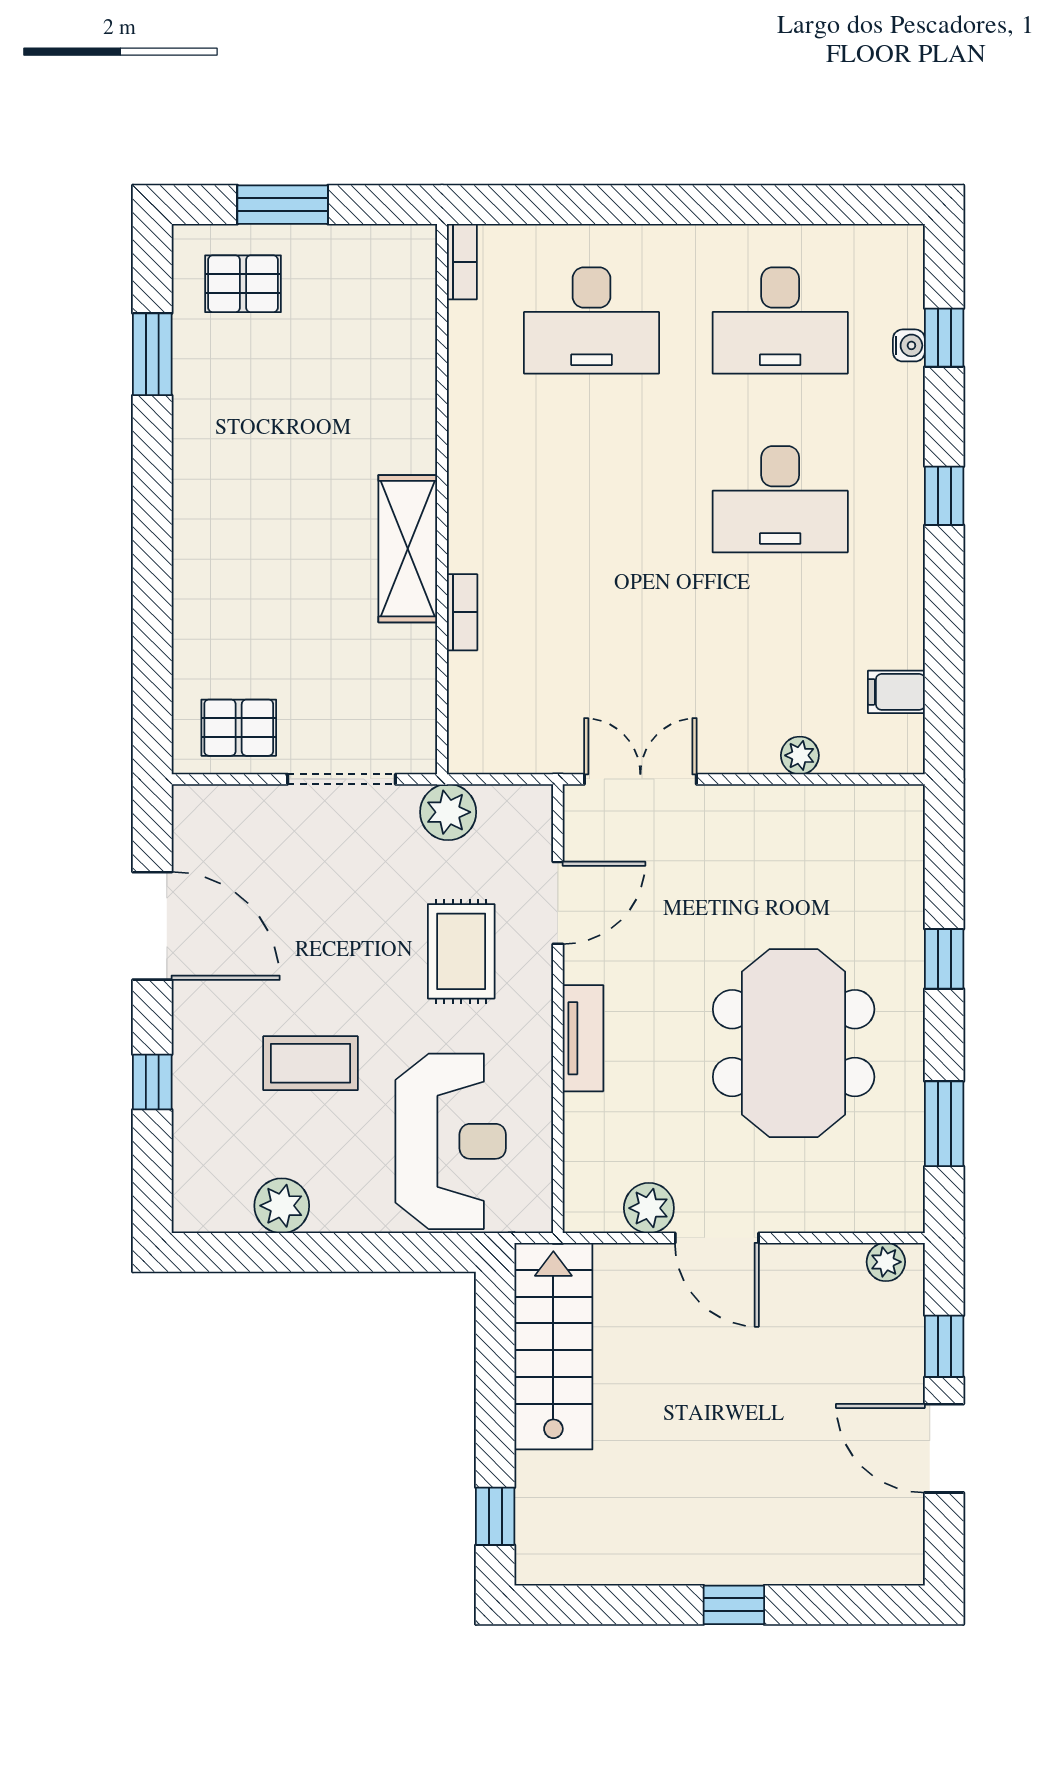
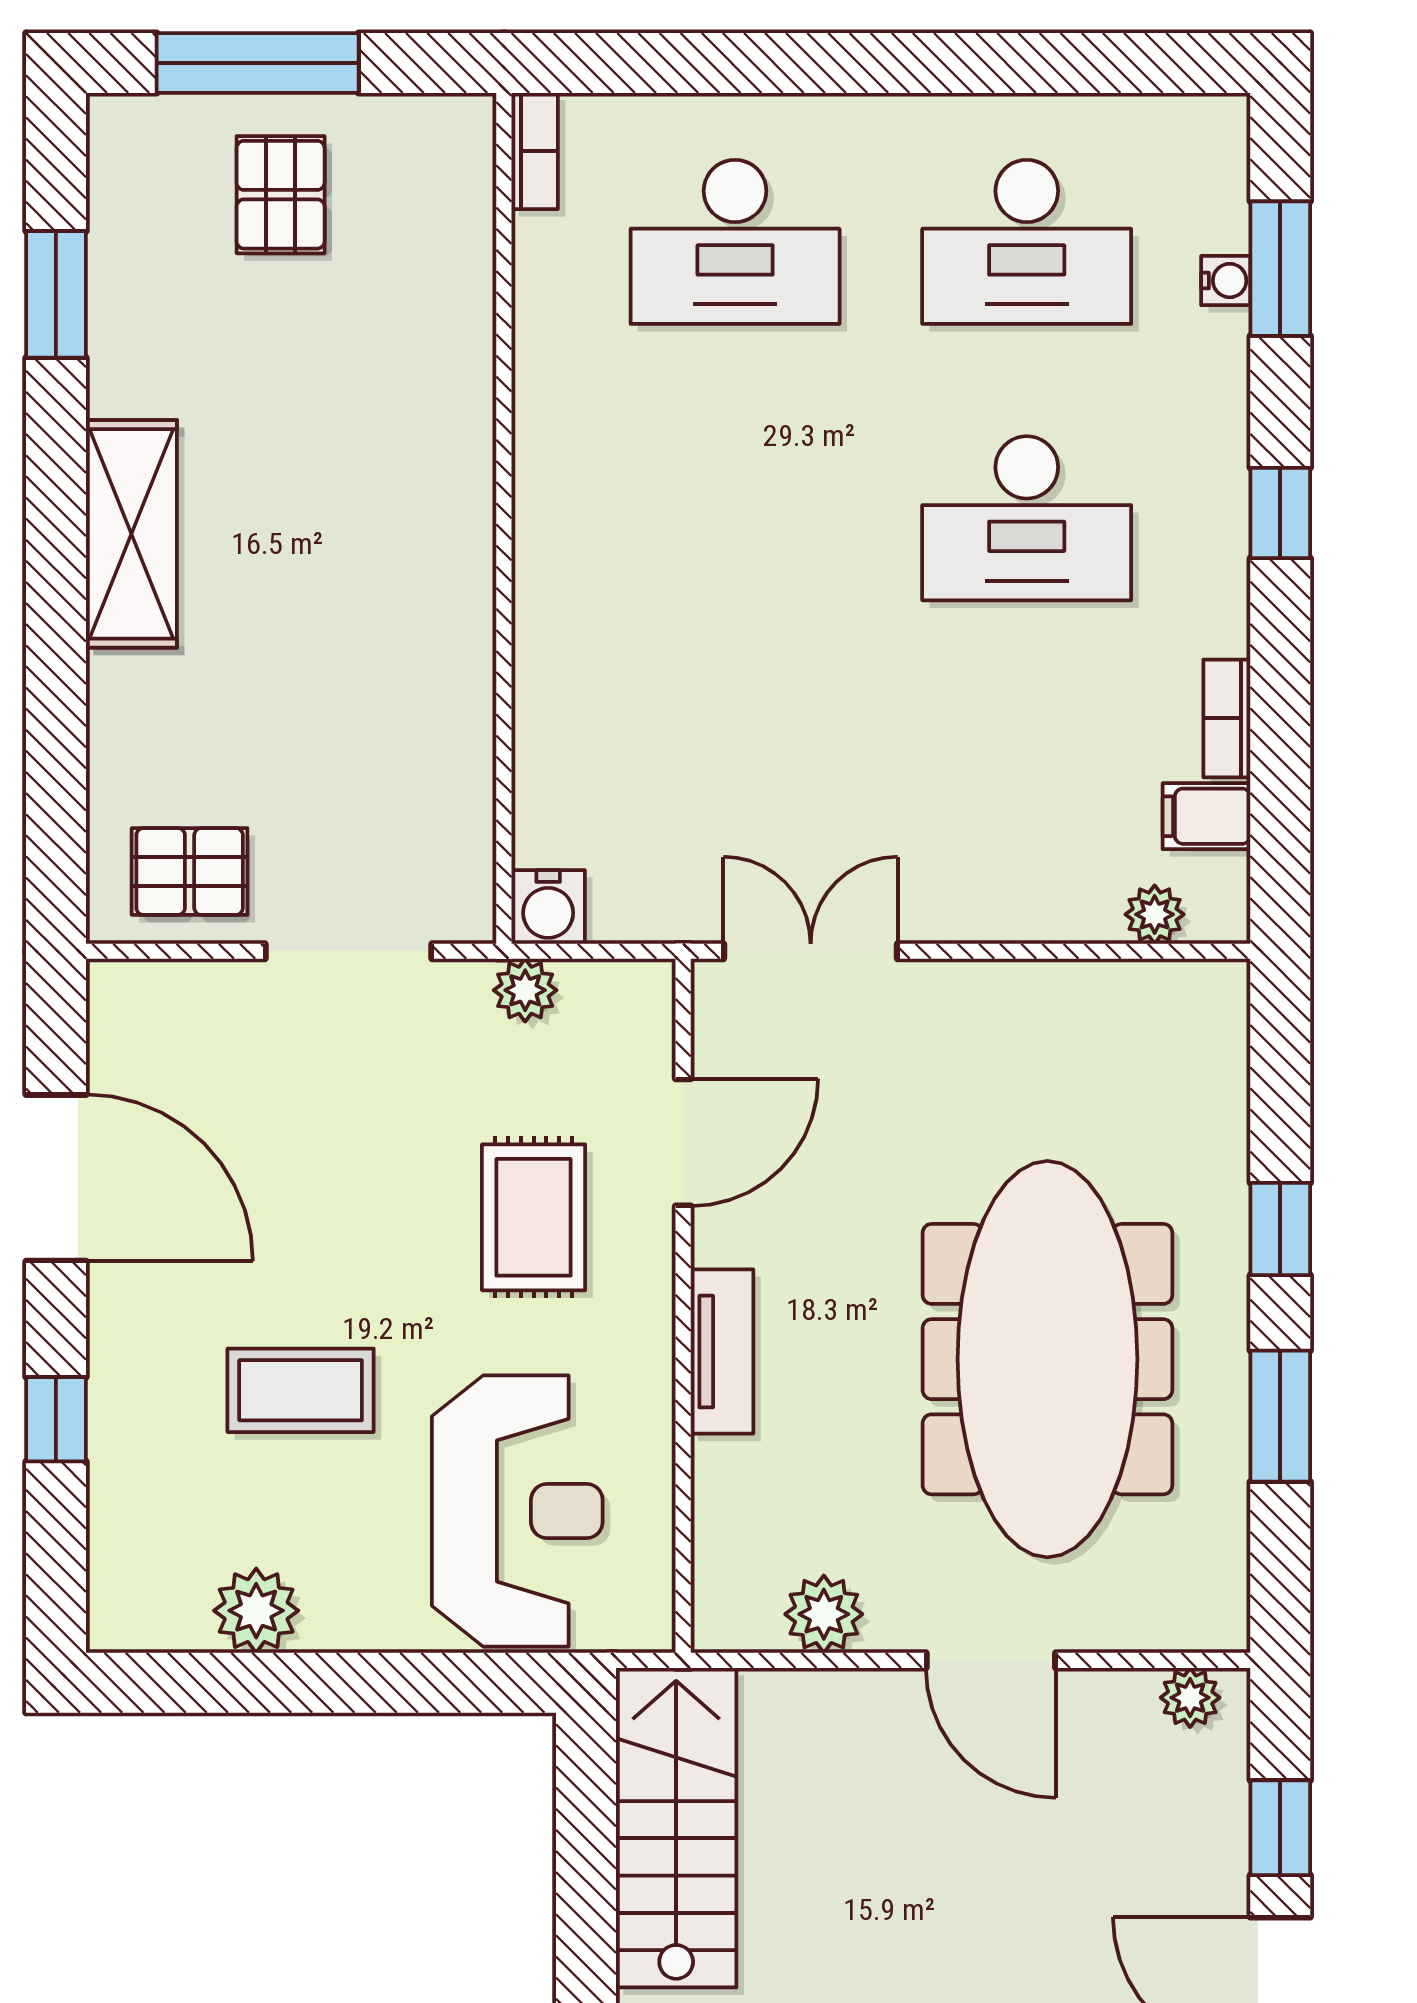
window: (283, 205) -> (258, 63), width x1.44
pallet: (243, 284) -> (281, 195), moved, turned 90
window: (944, 338) -> (1280, 269), width x1.50
shelving: (408, 549) -> (131, 534), moved
bookcase: (462, 612) -> (1227, 718), moved, turned 180
water cooler: (471, 751) -> (548, 907), added
plant: (800, 755) -> (1155, 914), moved
plant: (448, 812) -> (525, 990), width x0.73, depth x0.73
meeting table: (794, 1043) -> (1047, 1359), width x1.36
window: (944, 1124) -> (1280, 1416), moved
door: (717, 1238) -> (991, 1660), moved

